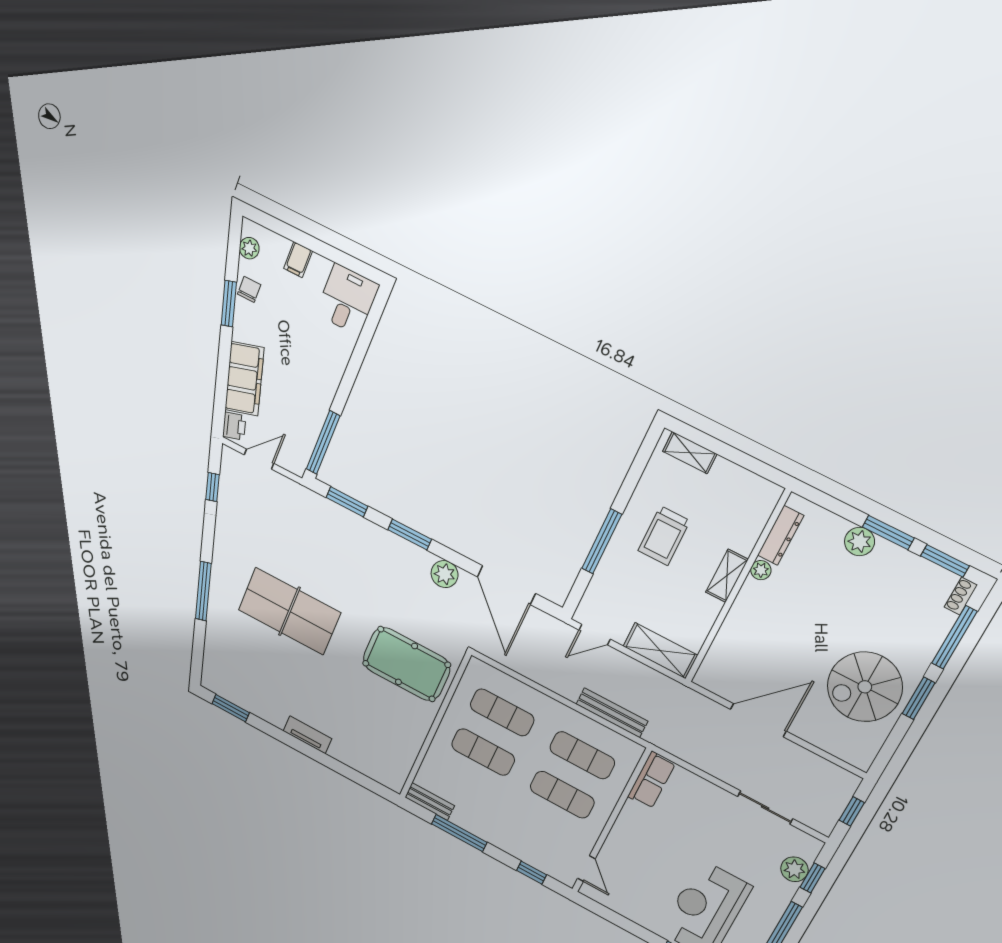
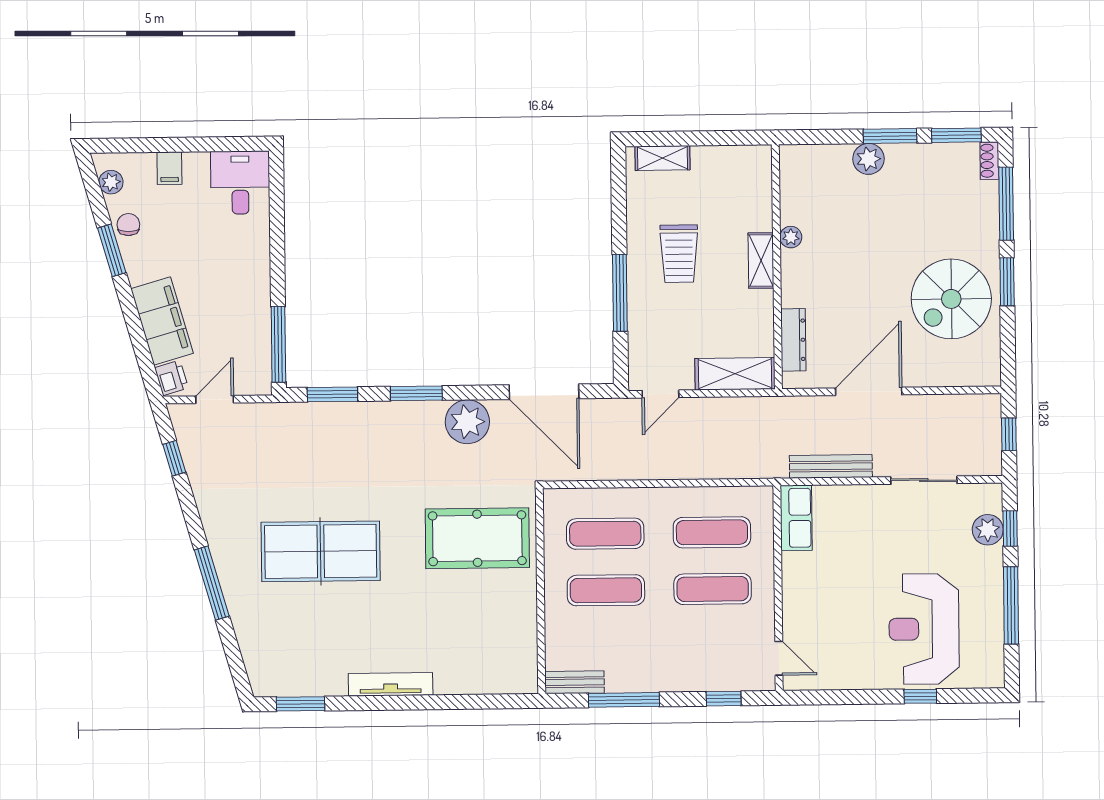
dresser: (781, 535) -> (793, 340), moved
plant: (444, 574) -> (467, 422), width x1.36, depth x1.36
bench: (612, 713) -> (831, 466), moved
tv unit: (307, 735) -> (391, 684), width x1.41

